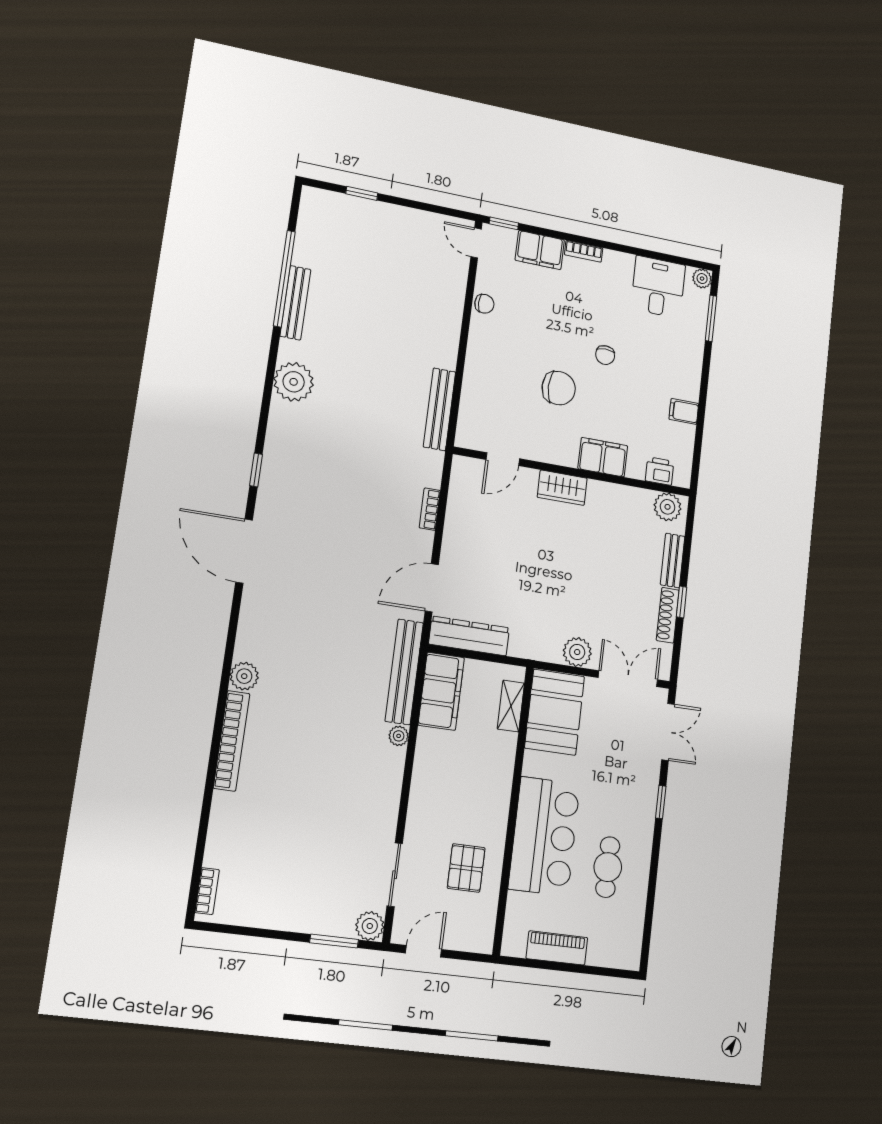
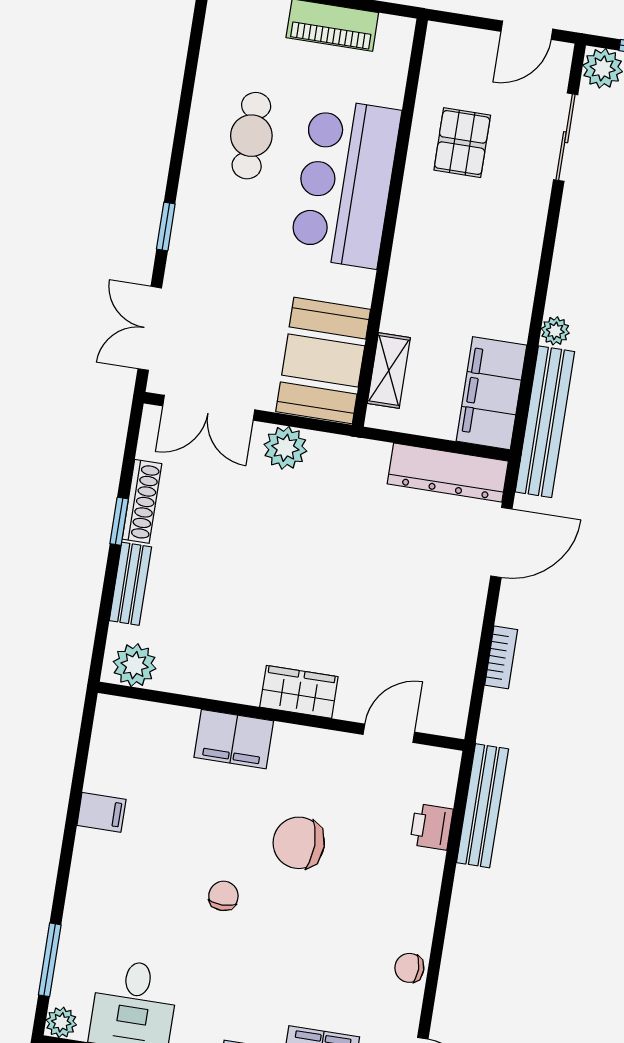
printer: (660, 471) -> (431, 827), moved, turned 90

